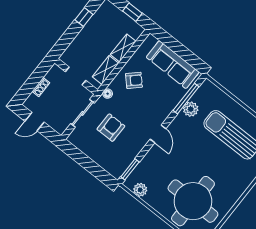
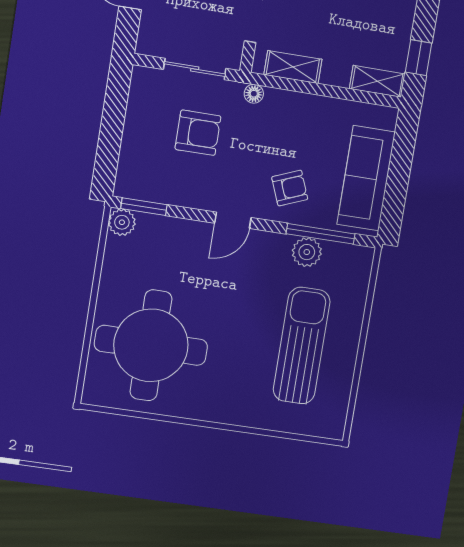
shelving: (123, 48) -> (377, 81), moved
armchair: (134, 80) -> (290, 188), moved, turned -68
plant: (140, 190) -> (122, 222), moved

